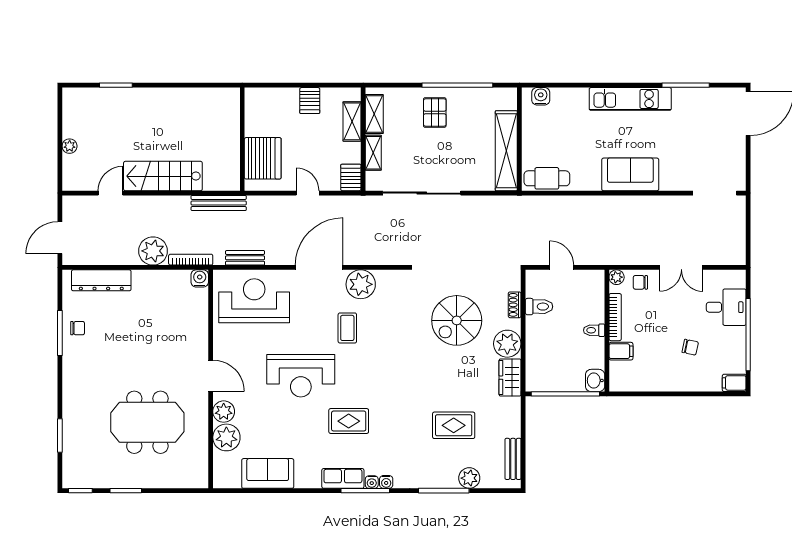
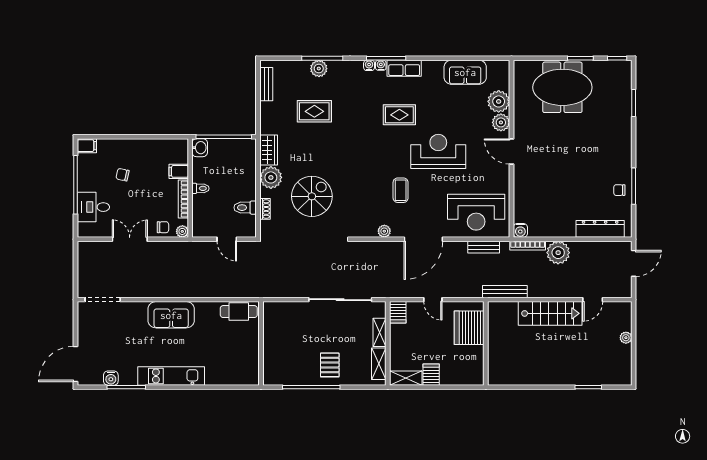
water cooler: (541, 96) -> (111, 378), moved
shelving: (352, 121) -> (406, 378), moved, turned 90
shelving: (506, 151) -> (272, 334), removed
plant: (361, 284) -> (384, 231), width x0.53, depth x0.53
meeting table: (147, 422) -> (562, 87), moved
plant: (469, 478) -> (319, 69), moved

